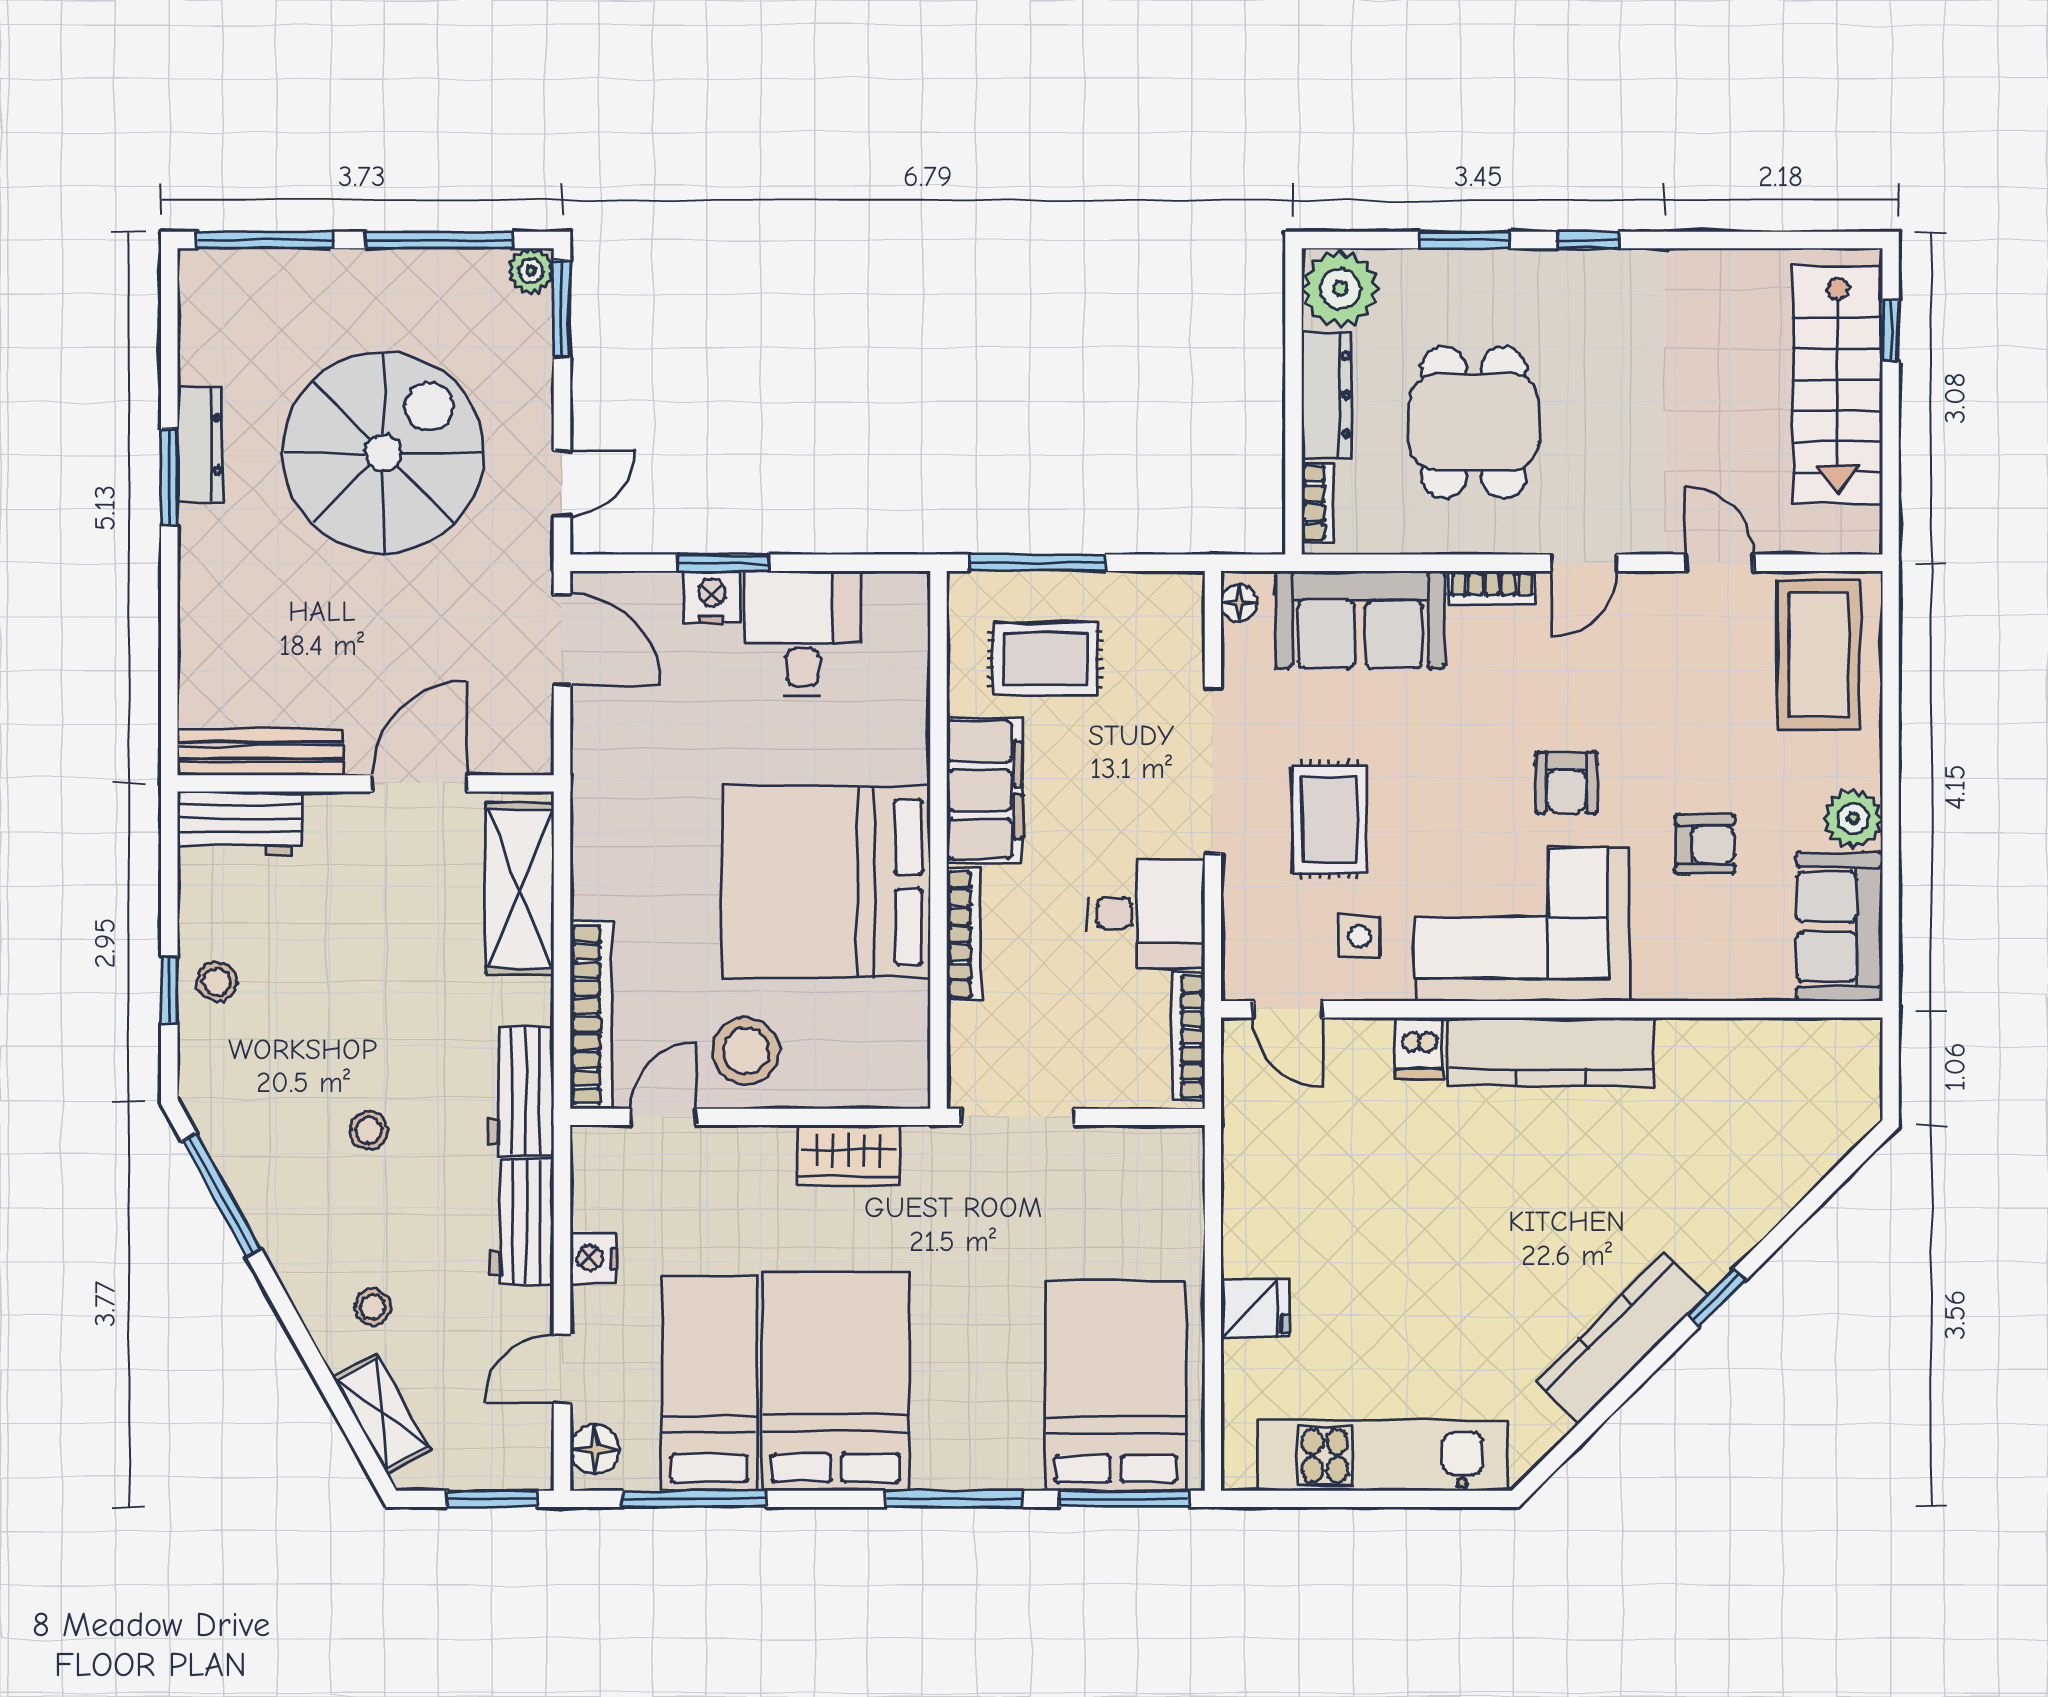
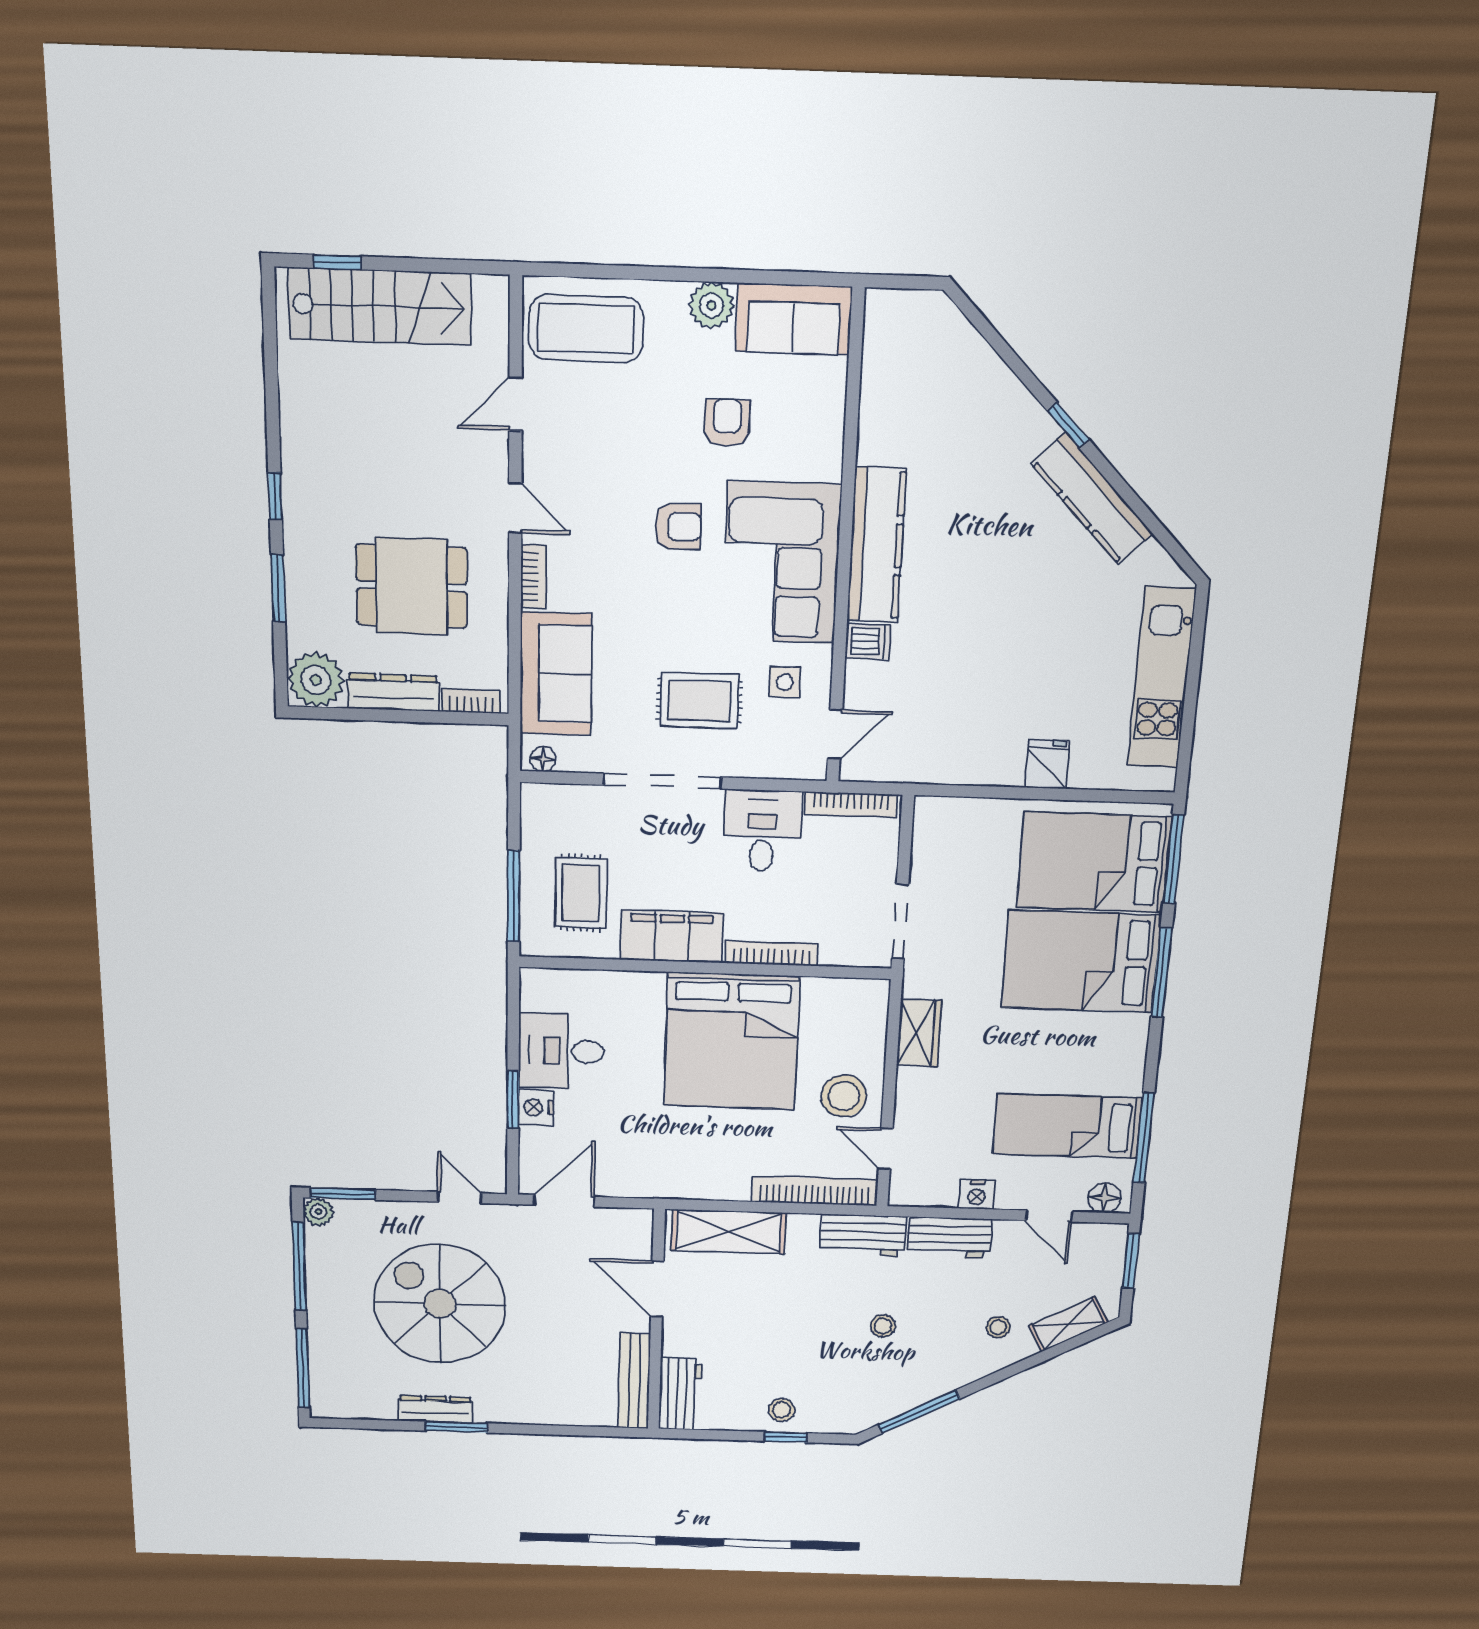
bed: (836, 1381) -> (1081, 961), moved

